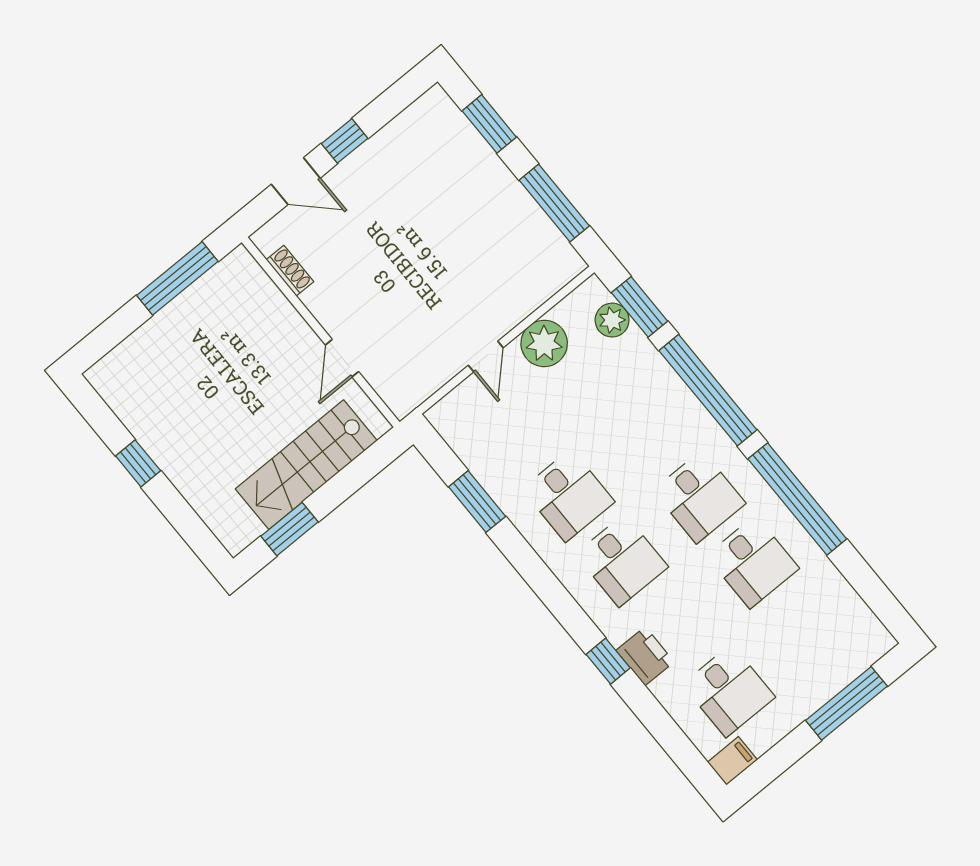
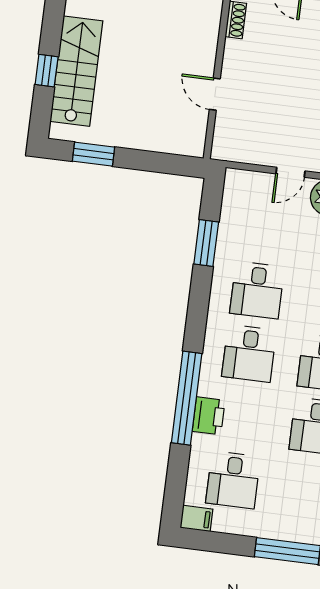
door: (342, 358) -> (215, 94), hinge flipped
window: (138, 463) -> (47, 71), moved
stairs: (306, 465) -> (76, 71), moved, turned 90
window: (608, 661) -> (187, 398), width x3.17

